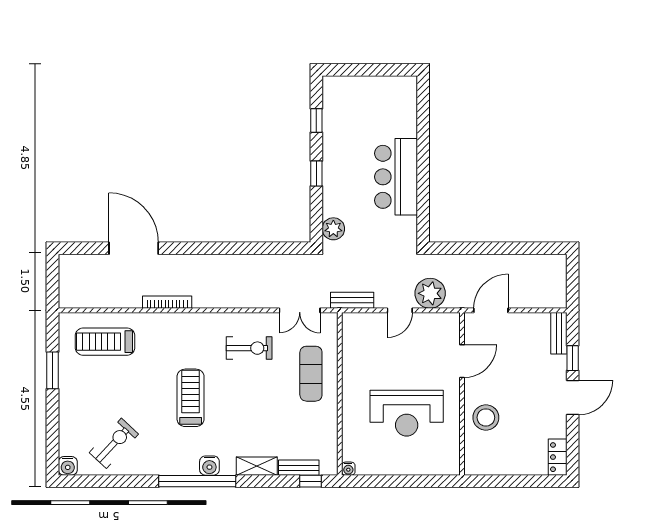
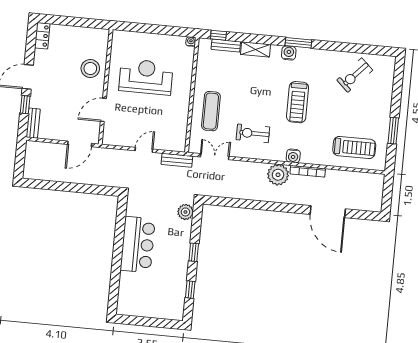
plant: (430, 293) -> (278, 175), moved
water cooler: (68, 466) -> (293, 156), moved, turned 180
window: (197, 481) -> (298, 43), width x0.47

